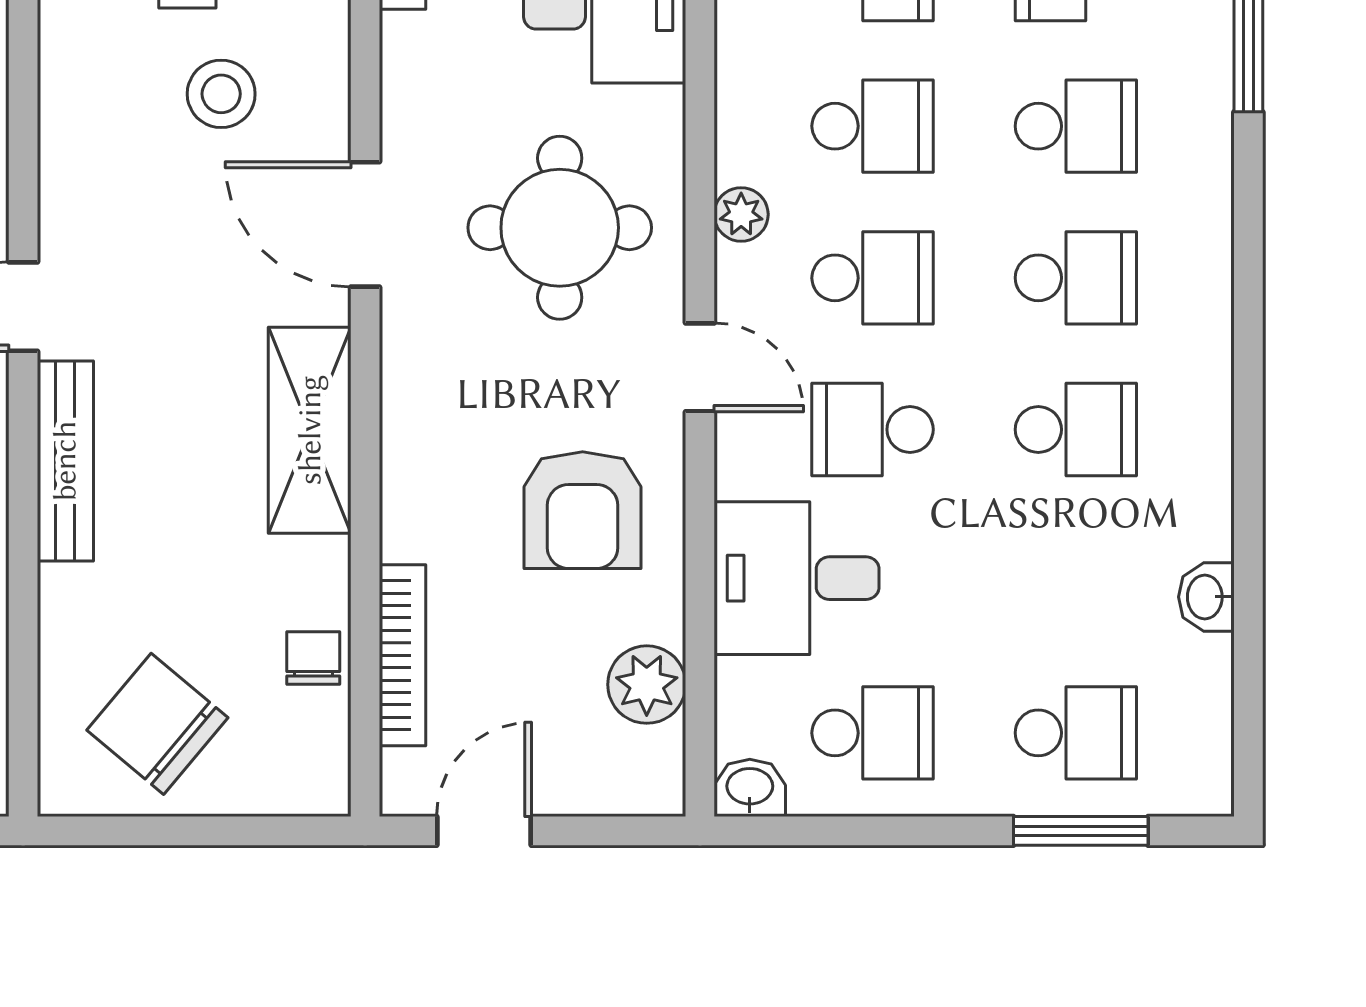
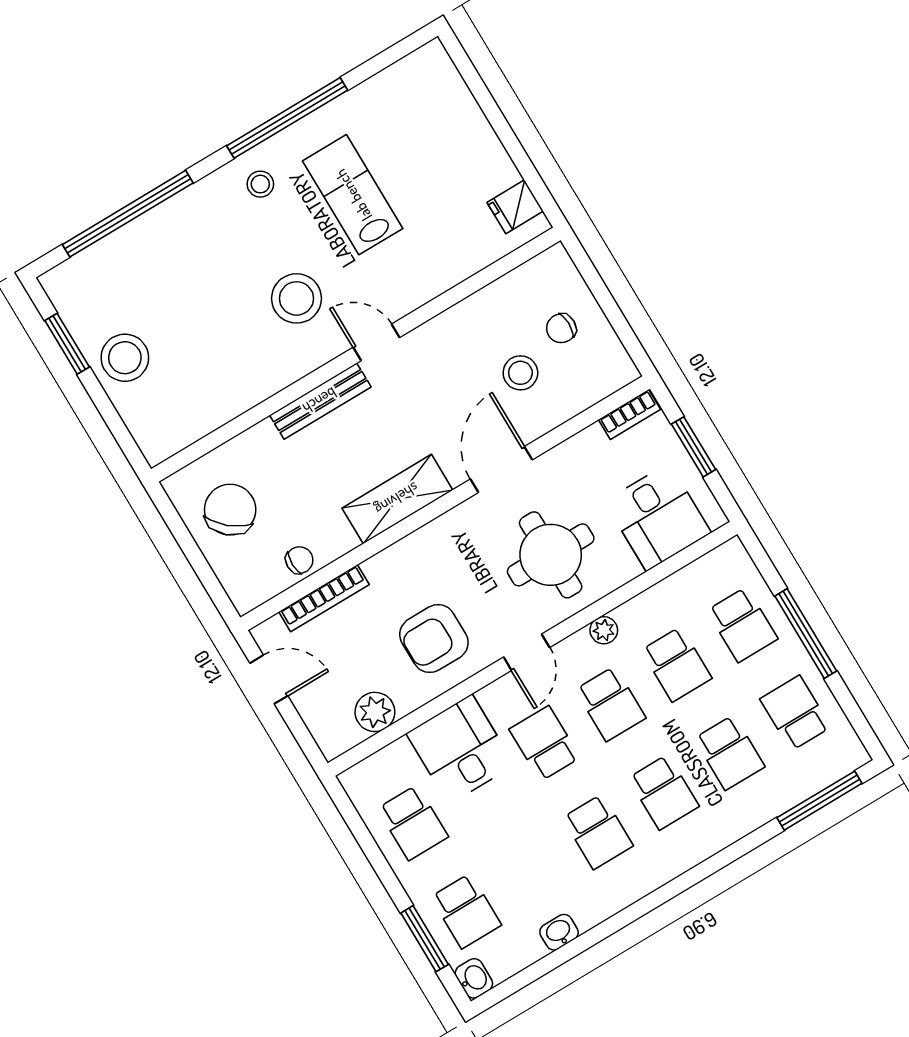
washbasin: (750, 788) -> (474, 978), moved

